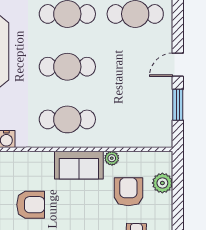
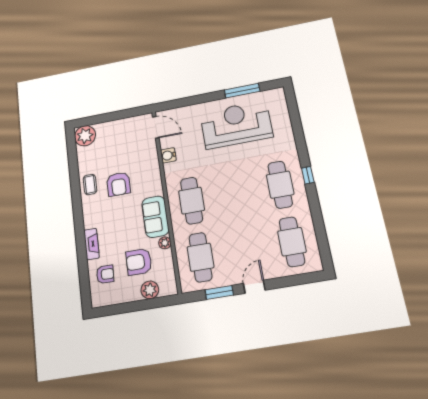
door: (178, 65) -> (254, 287), hinge flipped
cafe table: (67, 67) -> (200, 257), moved
armchair: (128, 192) -> (139, 262), turned 180

